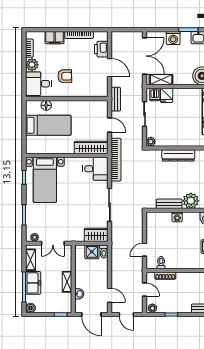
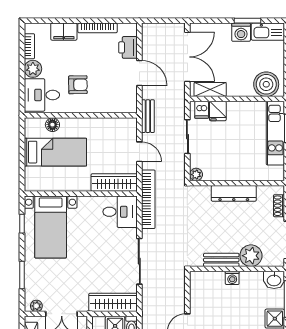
washing machine: (173, 38) -> (241, 32), moved
wardrobe: (96, 235) -> (113, 302), width x1.50

